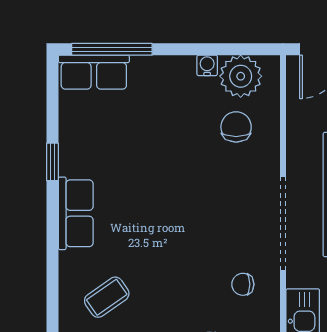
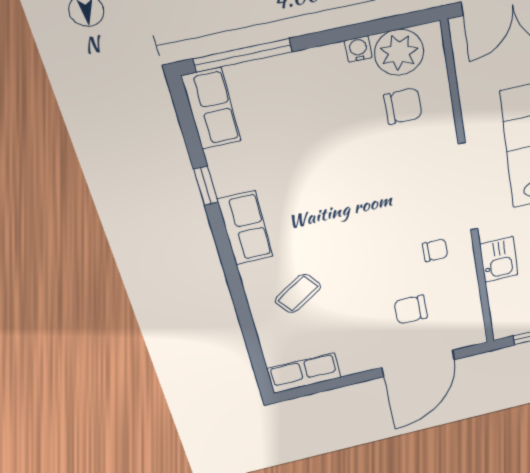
row of seats: (94, 72) -> (211, 109), moved, turned -90
chair: (236, 127) -> (403, 106), turned 90
chair: (243, 284) -> (435, 250), turned 180

